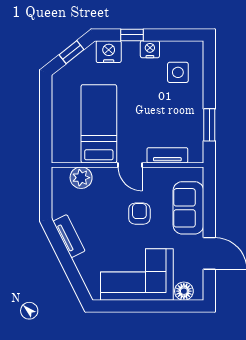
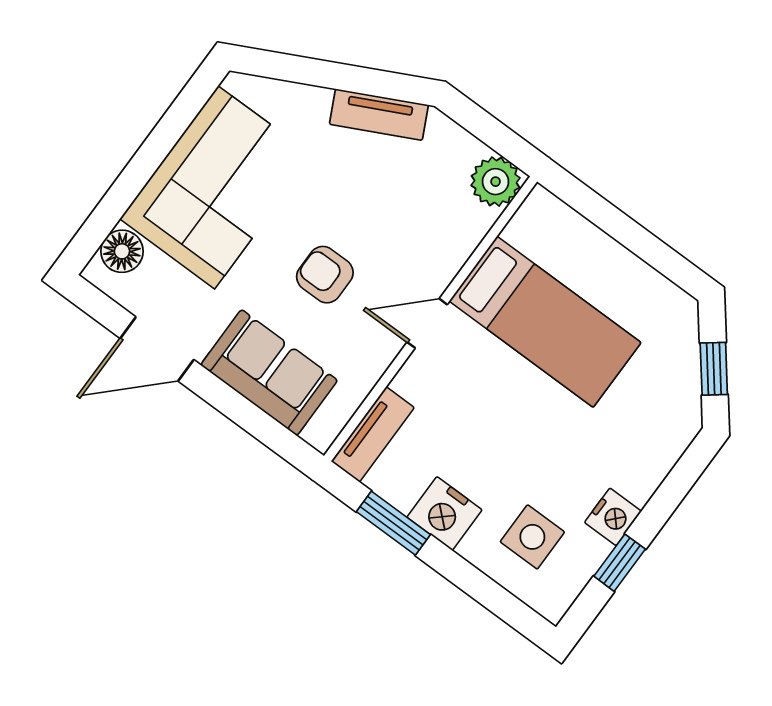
window: (132, 35) -> (620, 563), moved
nightstand: (109, 52) -> (445, 514), moved, turned 90
tv unit: (167, 155) -> (373, 434), moved
plant: (81, 178) -> (496, 182), moved
armchair: (139, 214) -> (325, 275), turned 180

